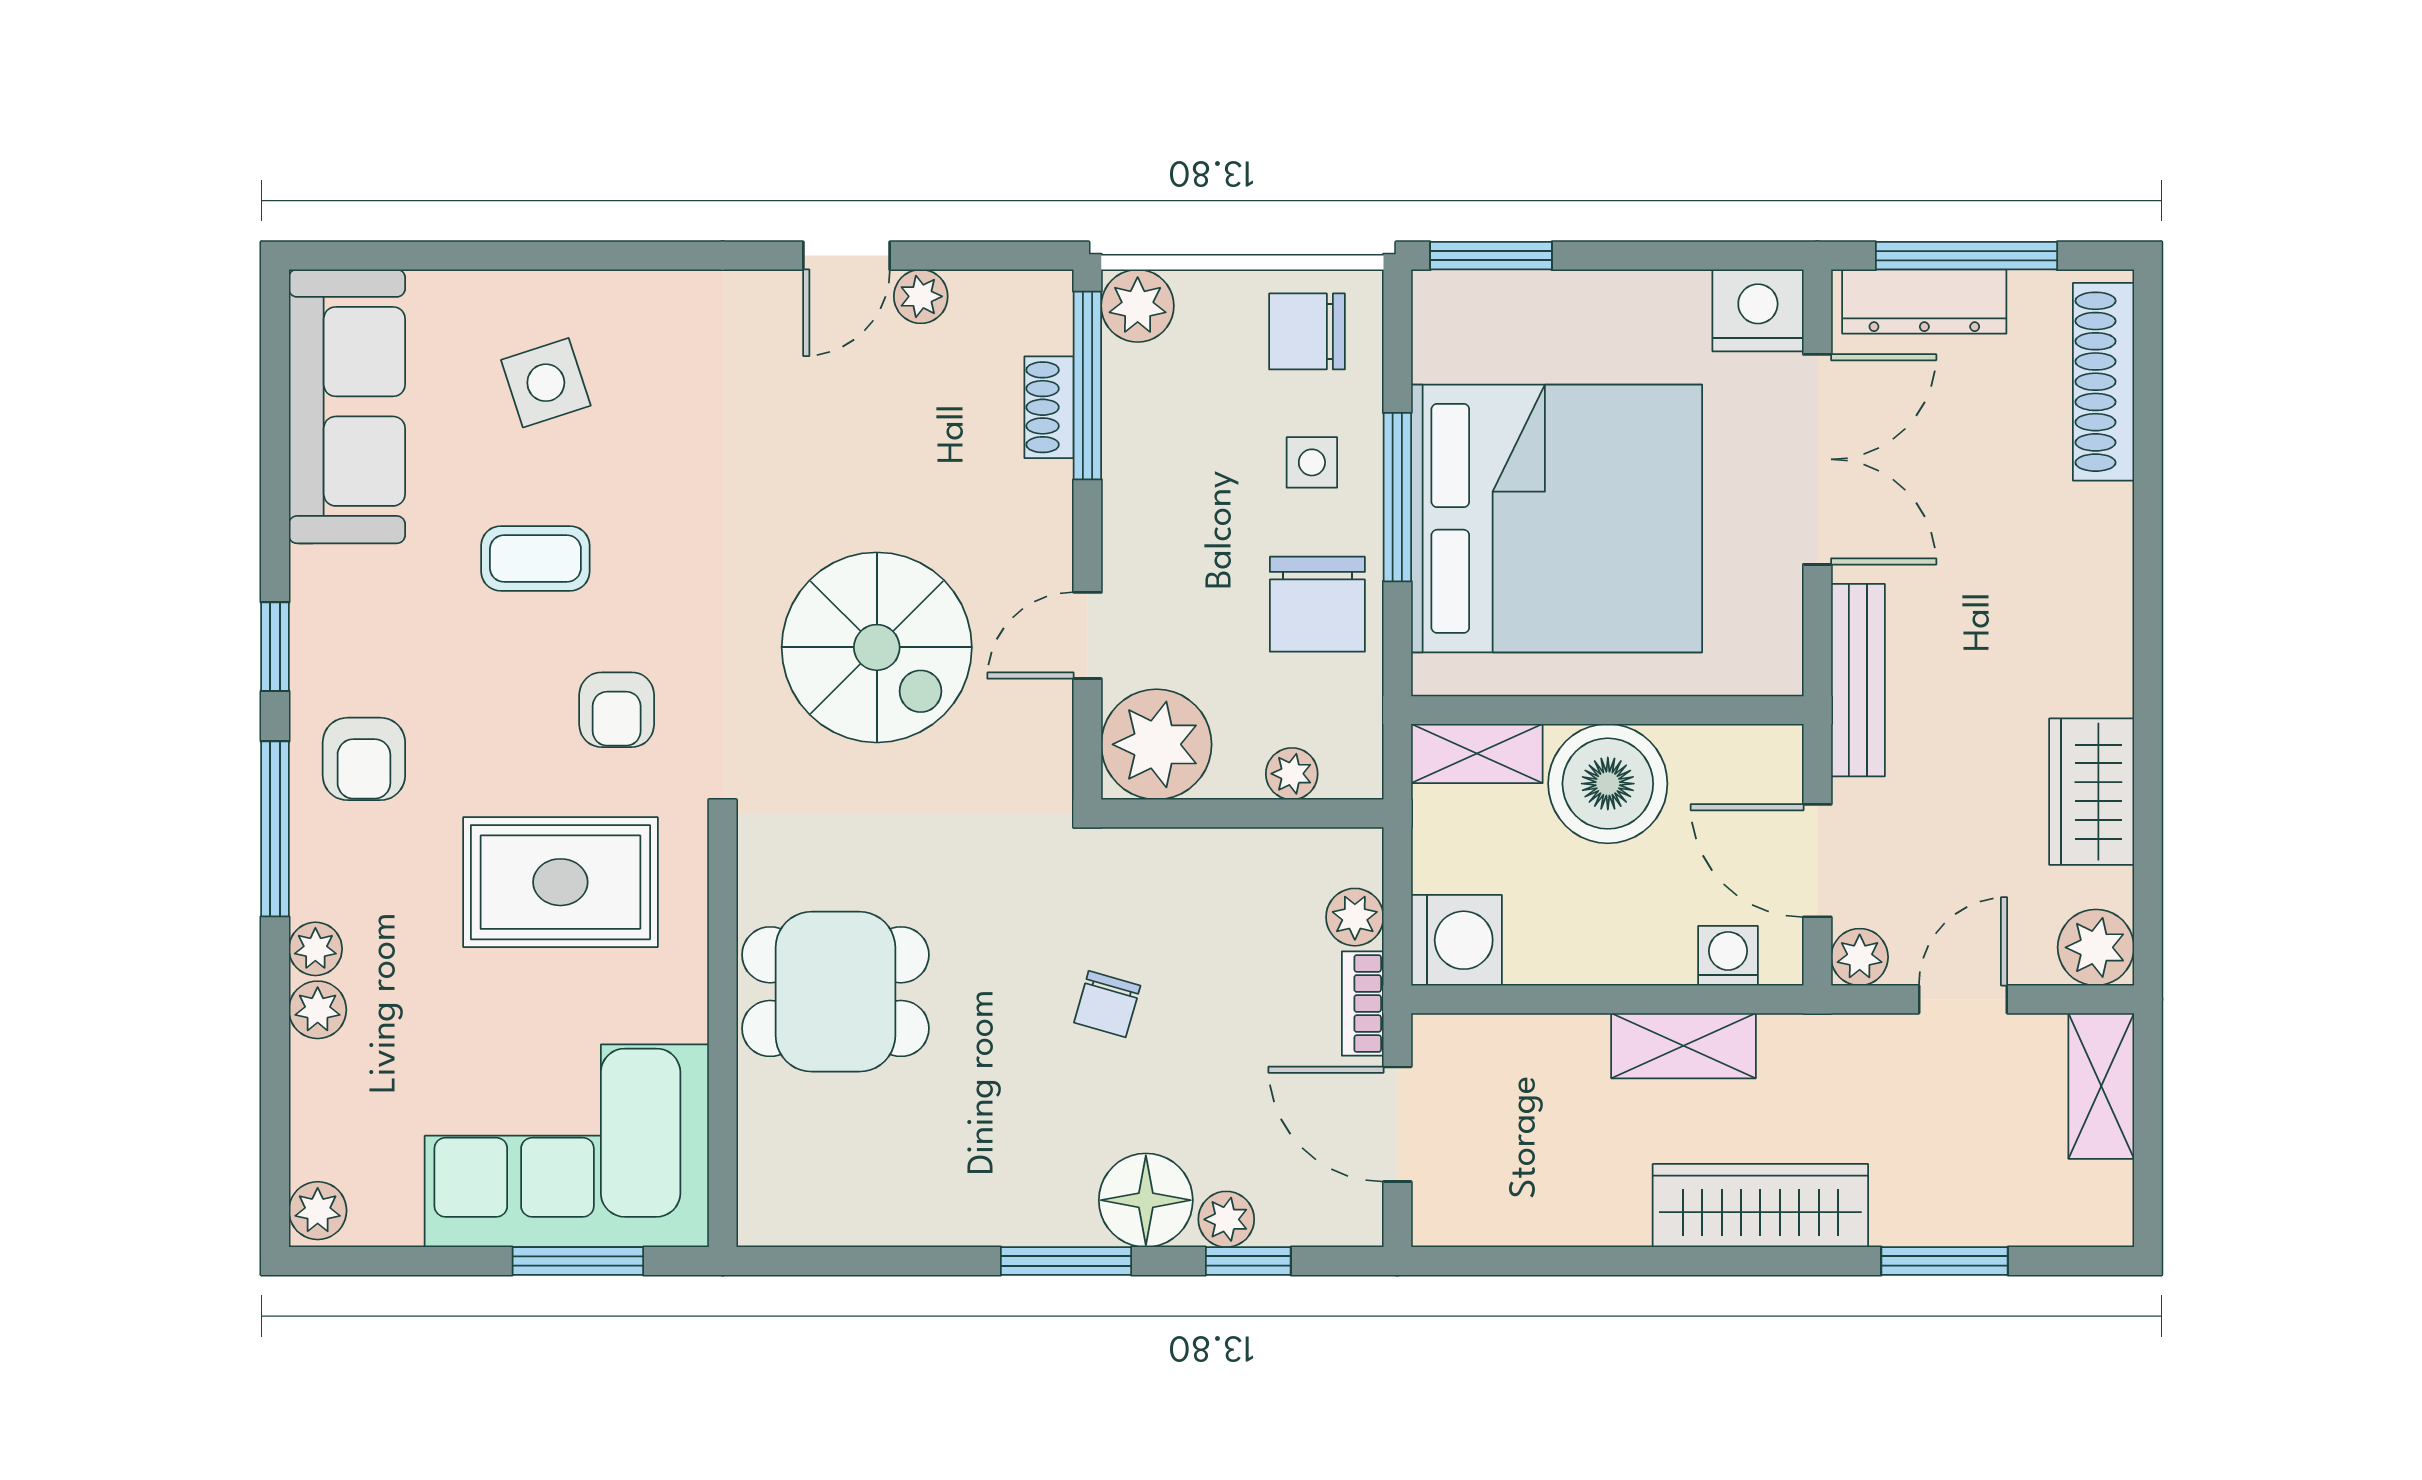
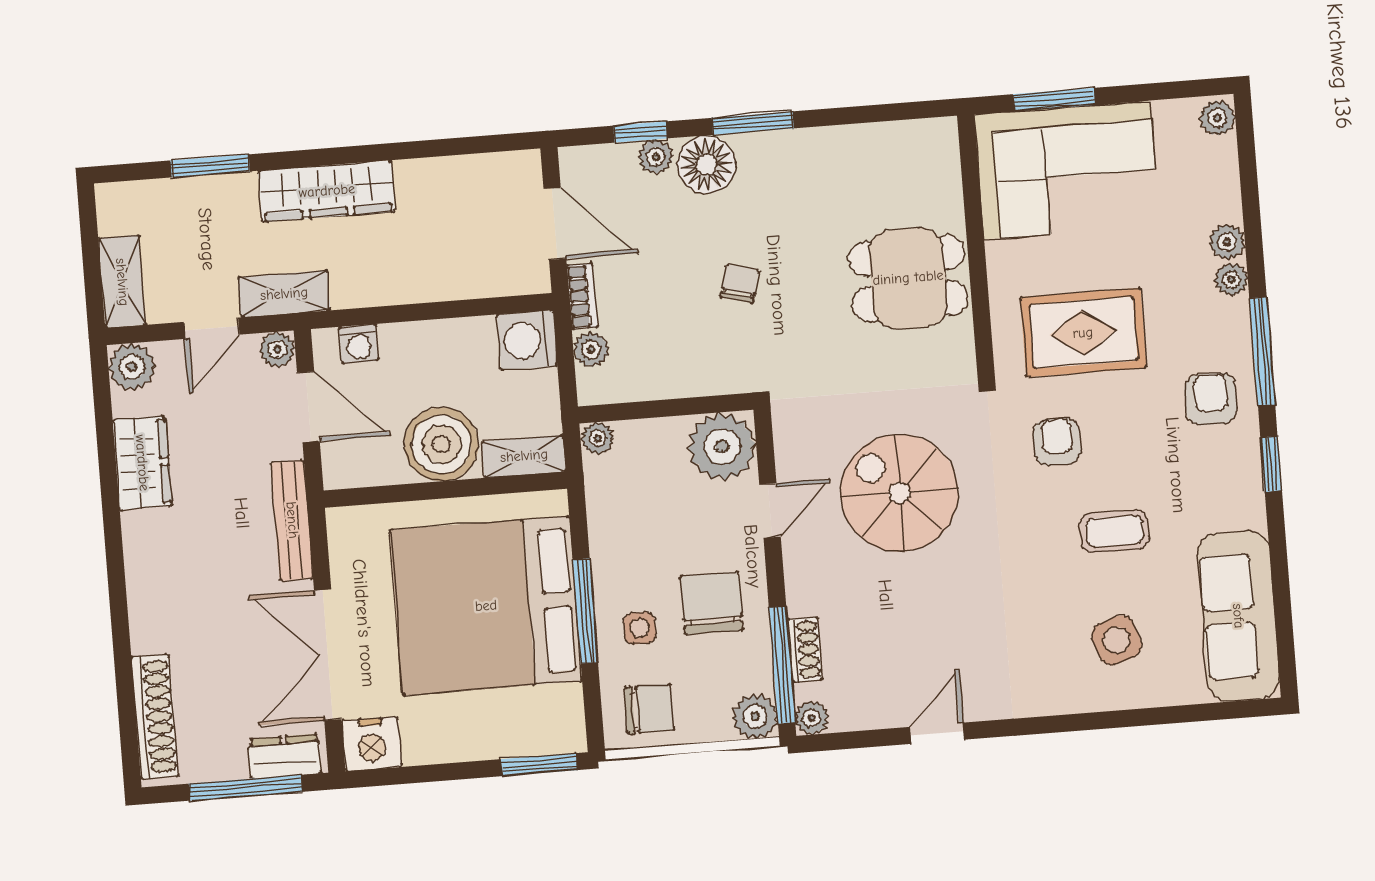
plant: (921, 296) -> (812, 718), moved
dresser: (1924, 302) -> (285, 756), width x0.70
chair: (1317, 604) -> (712, 603), moved
plant: (1292, 774) -> (598, 438), moved
shelving: (1683, 1046) -> (284, 294), moved

